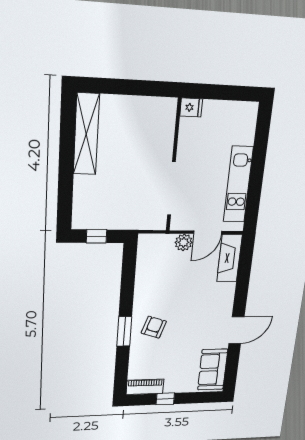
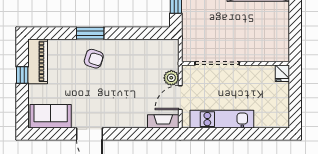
door: (208, 232) -> (180, 98), hinge flipped
fireplace: (229, 258) -> (163, 121), width x0.73, depth x0.76
piano: (145, 387) -> (38, 61), width x1.37, depth x1.33

